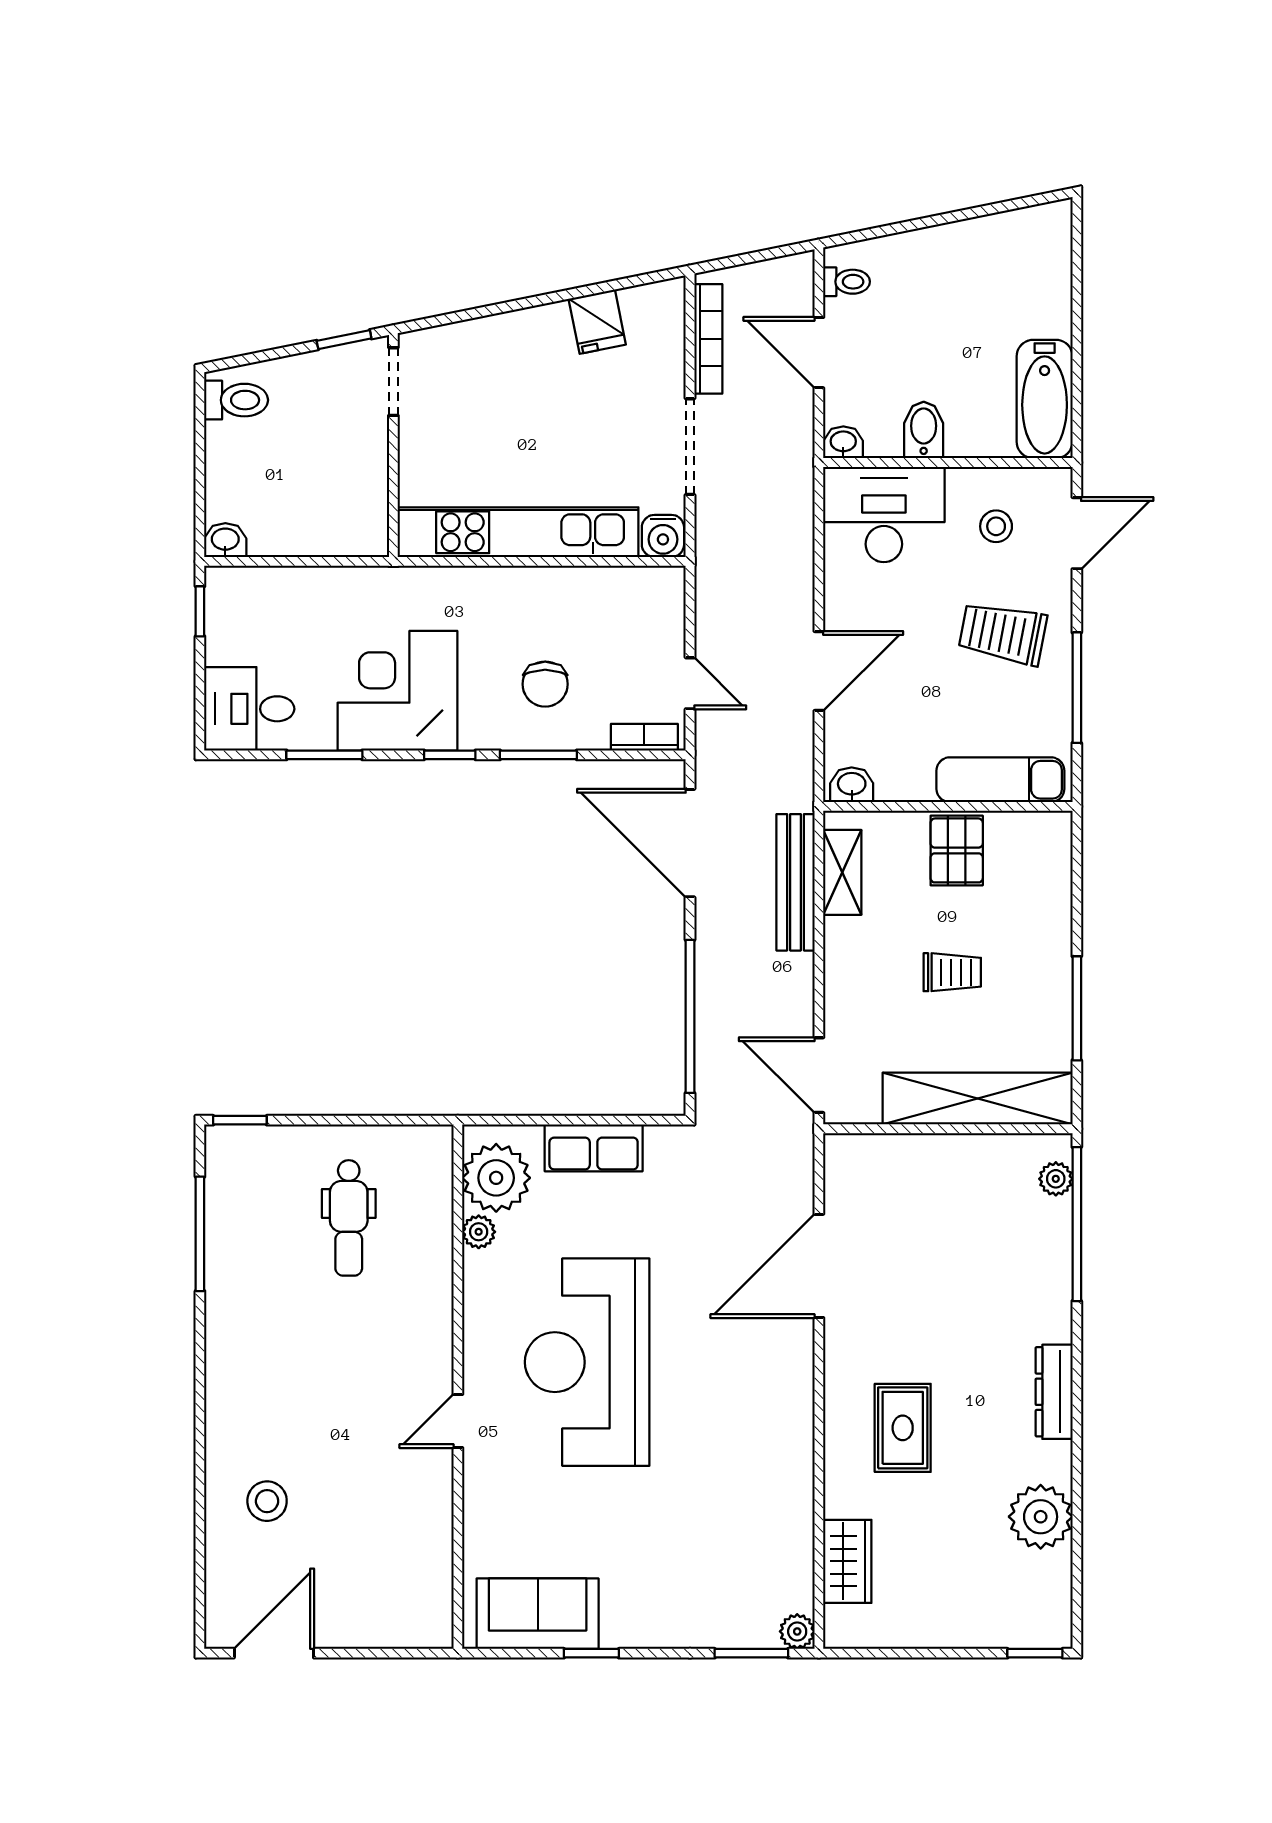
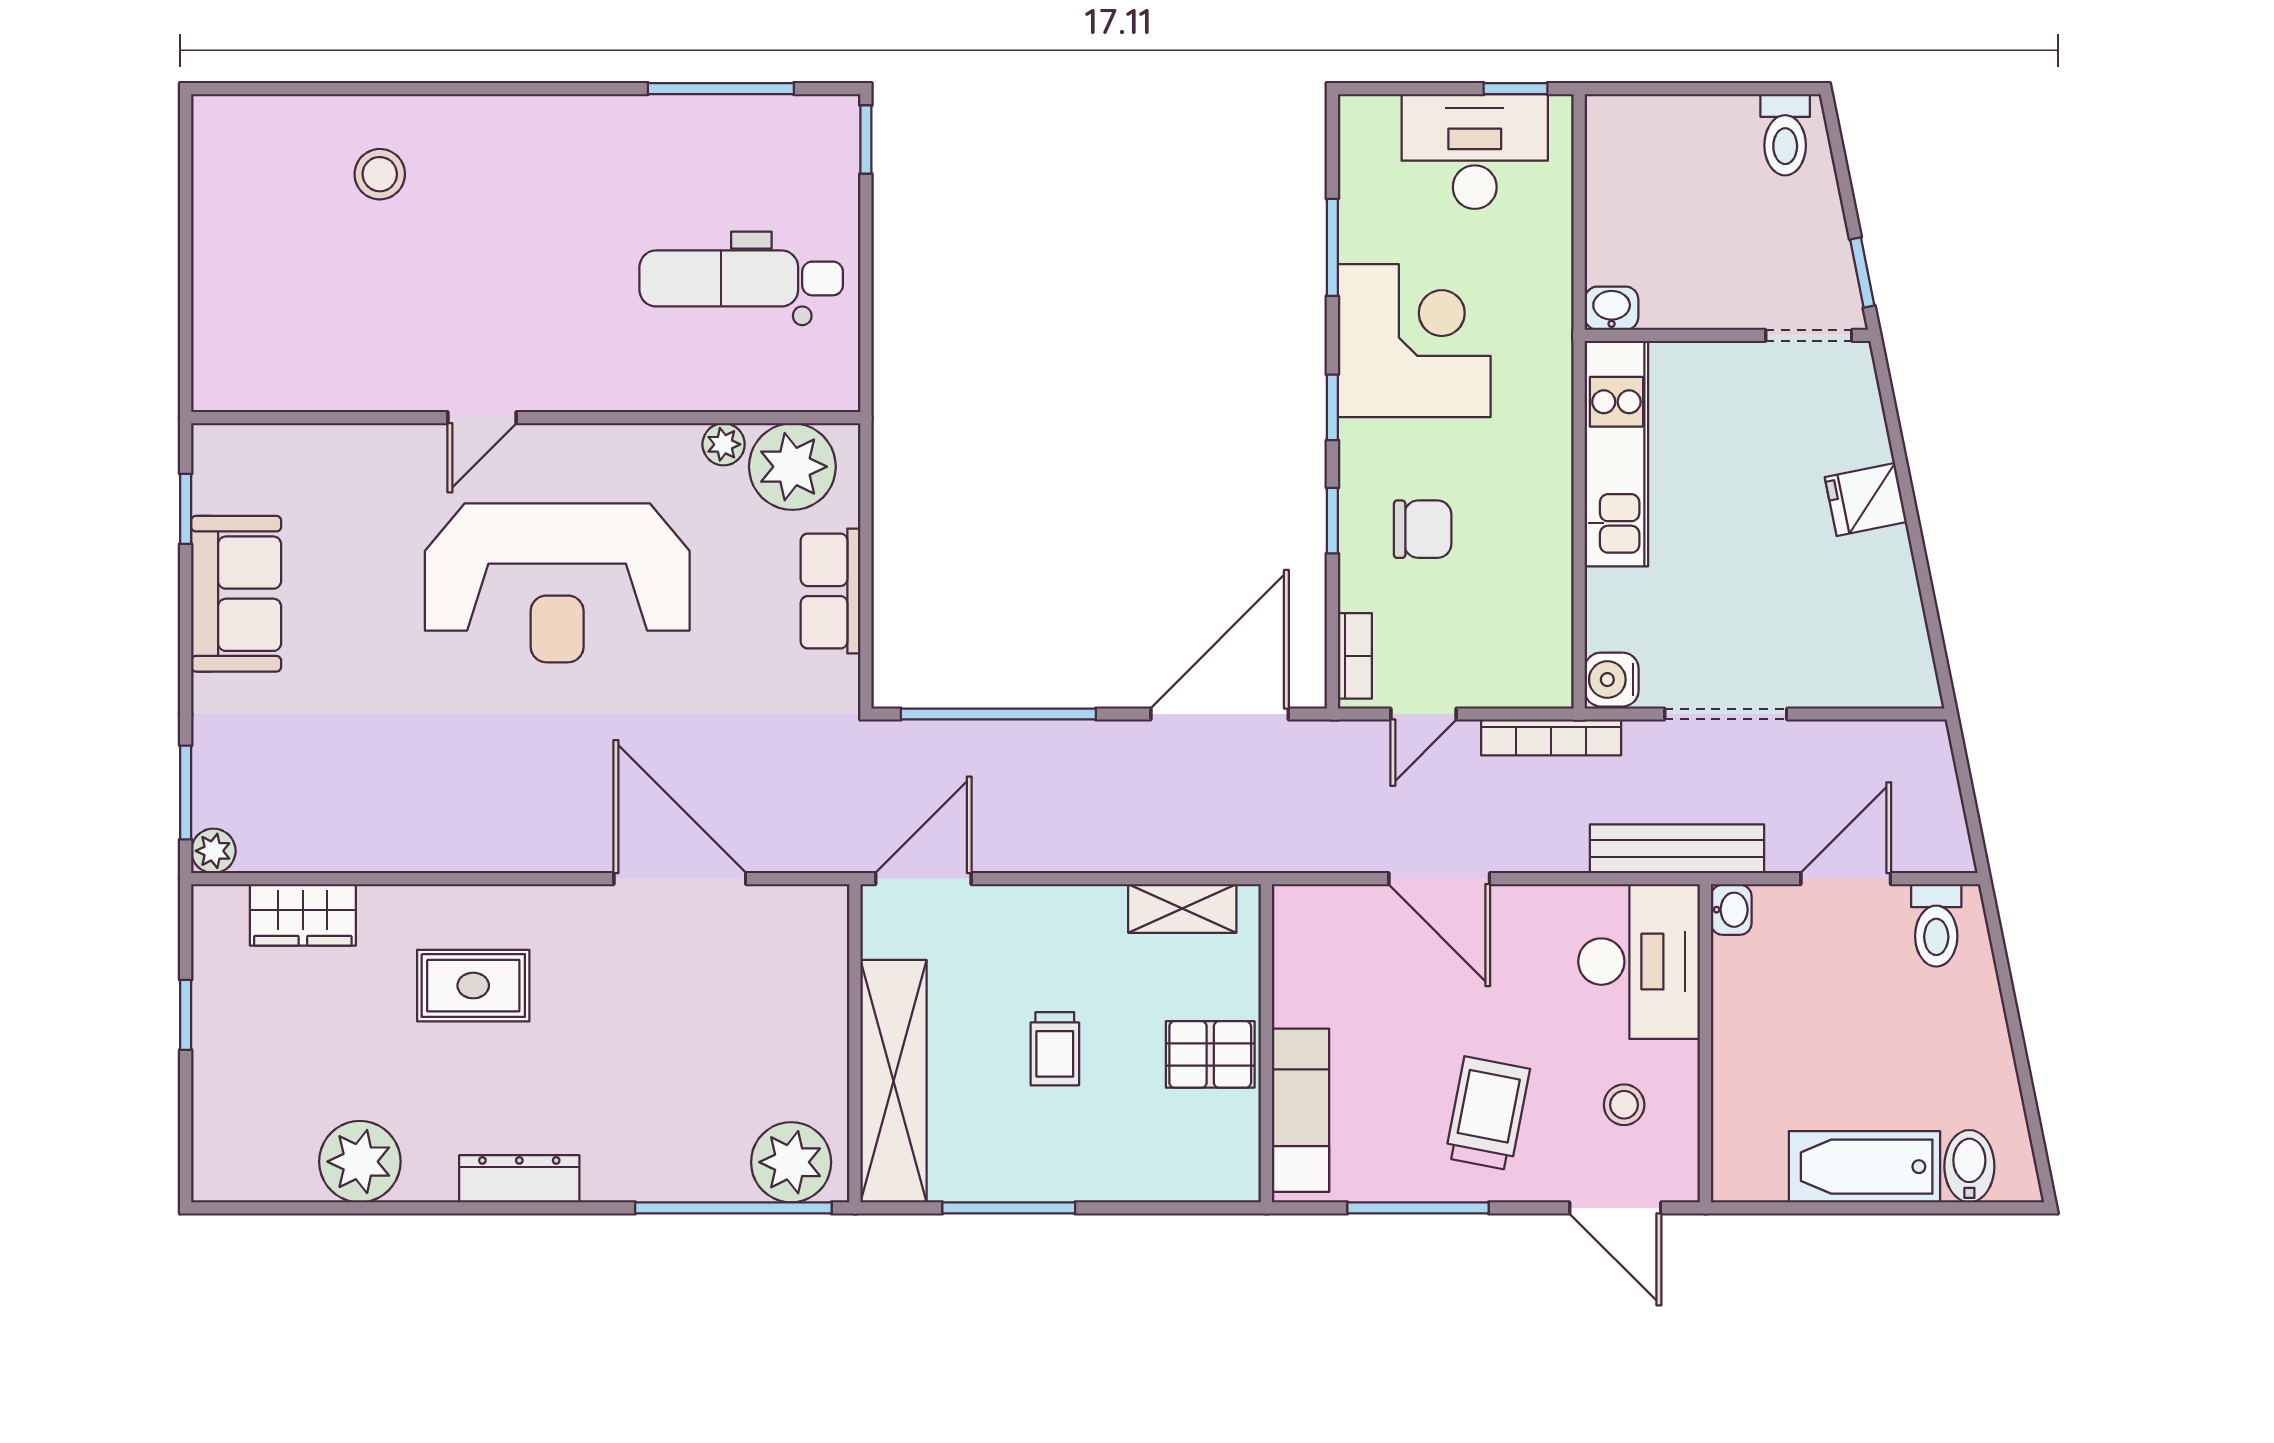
toilet: (847, 282) -> (1936, 925), width x1.37, depth x1.39
fridge: (597, 322) -> (1866, 499), moved
bookcase: (708, 339) -> (1551, 737), moved
bathtub: (1045, 399) -> (1864, 1167), moved
bidet: (924, 430) -> (1969, 1166), moved, turned -90
kitchen unit: (518, 532) -> (1616, 454), width x0.73
washbasin: (225, 540) -> (1612, 308), moved, turned -90
chair: (545, 684) -> (1423, 529), turned 180
desk: (249, 709) -> (1475, 151), moved, width x1.37
window: (538, 755) -> (1332, 521), width x0.67
washbasin: (852, 785) -> (1294, 920), removed
bench: (796, 882) -> (1677, 849), moved
plant: (1056, 1179) -> (791, 1162), width x1.87, depth x1.87
dental chair: (349, 1218) -> (741, 278), width x1.36, depth x1.38
reception desk: (587, 1362) -> (557, 583), turned 180
door: (458, 1421) -> (482, 418), swing flipped
sofa: (538, 1614) -> (236, 594), moved
door: (274, 1653) -> (186, 183), removed
window: (591, 1653) -> (186, 509), moved
window: (1035, 1653) -> (186, 1015), moved

